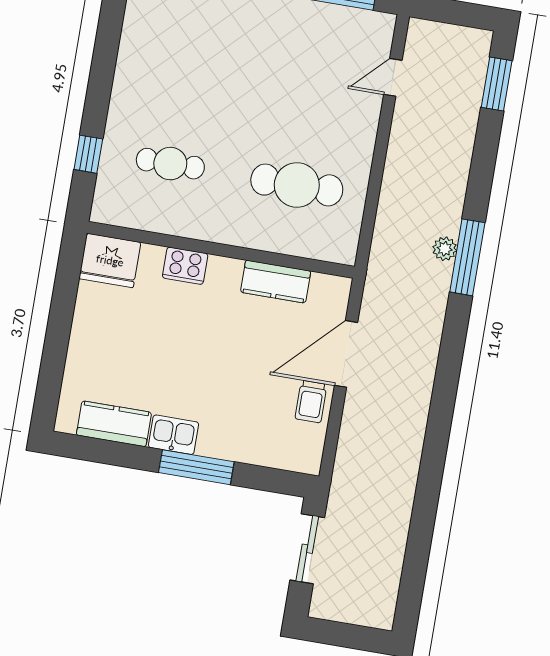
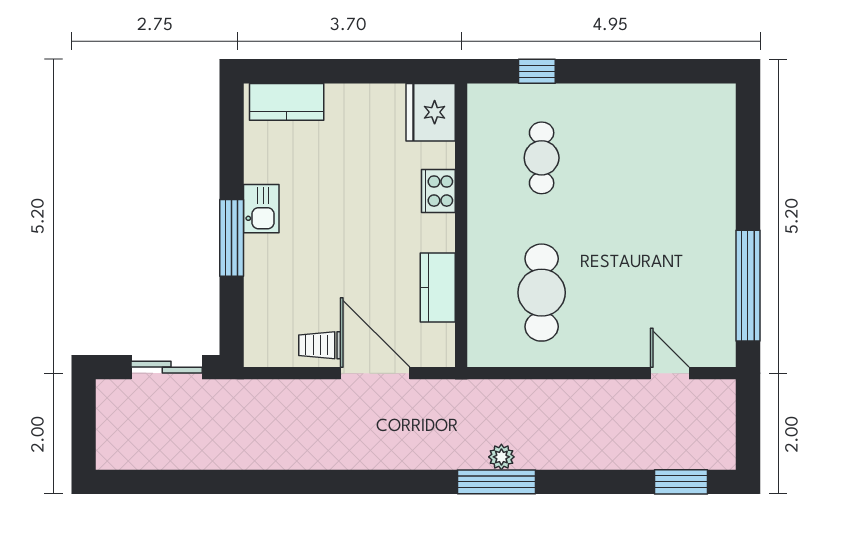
kitchen counter: (114, 424) -> (287, 102), moved, turned 90

